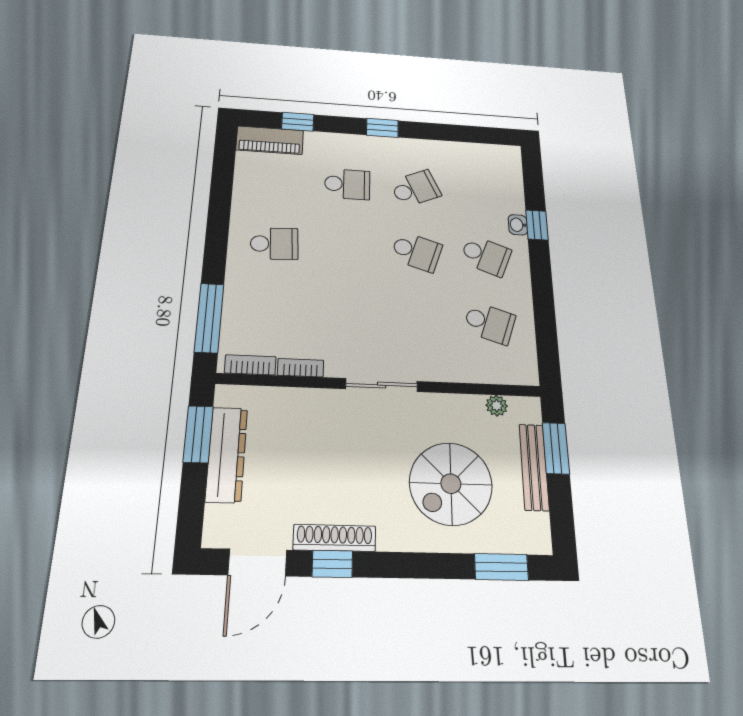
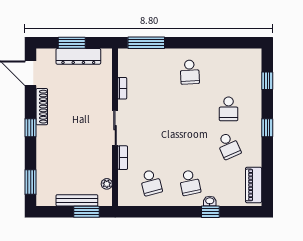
piano: (270, 140) -> (254, 185), moved
school desk: (416, 252) -> (190, 146), removed
school desk: (486, 256) -> (190, 183), turned -33
school desk: (489, 323) -> (151, 183), turned -33
bookcase: (250, 365) -> (123, 158), moved
window: (198, 434) -> (72, 43), moved
spiral stairs: (451, 484) -> (68, 160), removed
window: (332, 564) -> (31, 128), moved

